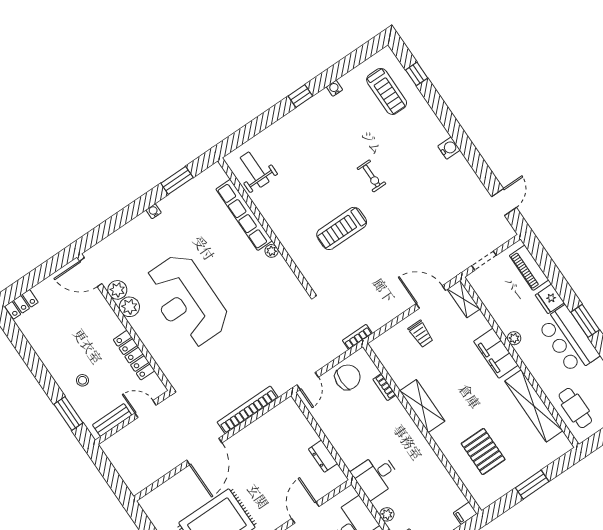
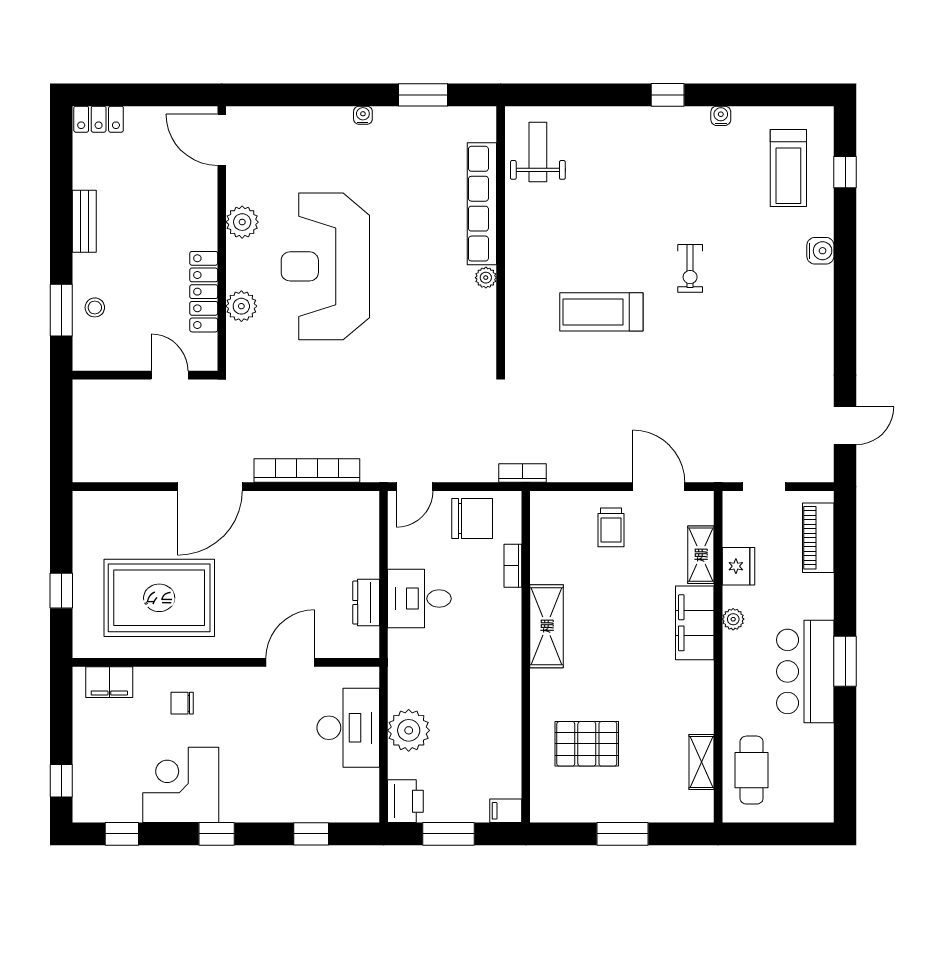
water cooler: (449, 148) -> (820, 251), moved
plant: (117, 290) -> (241, 306), moved
shelving: (464, 299) -> (701, 555), moved
fridge: (550, 299) -> (739, 566), moved, turned 180
stool: (83, 380) -> (95, 307), moved
shelving: (534, 406) -> (702, 762), width x0.45, depth x0.75
bench: (112, 420) -> (84, 221), moved, turned 90
pallet: (483, 452) -> (587, 744), turned 90
desk: (376, 476) -> (419, 599), moved
plant: (387, 514) -> (409, 730), width x1.87, depth x1.87

